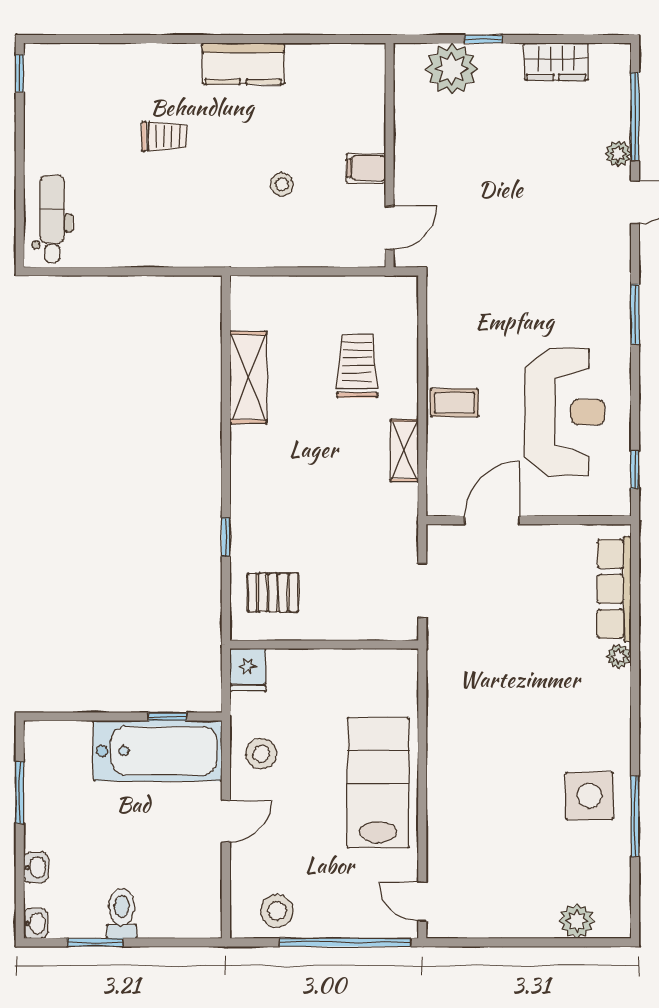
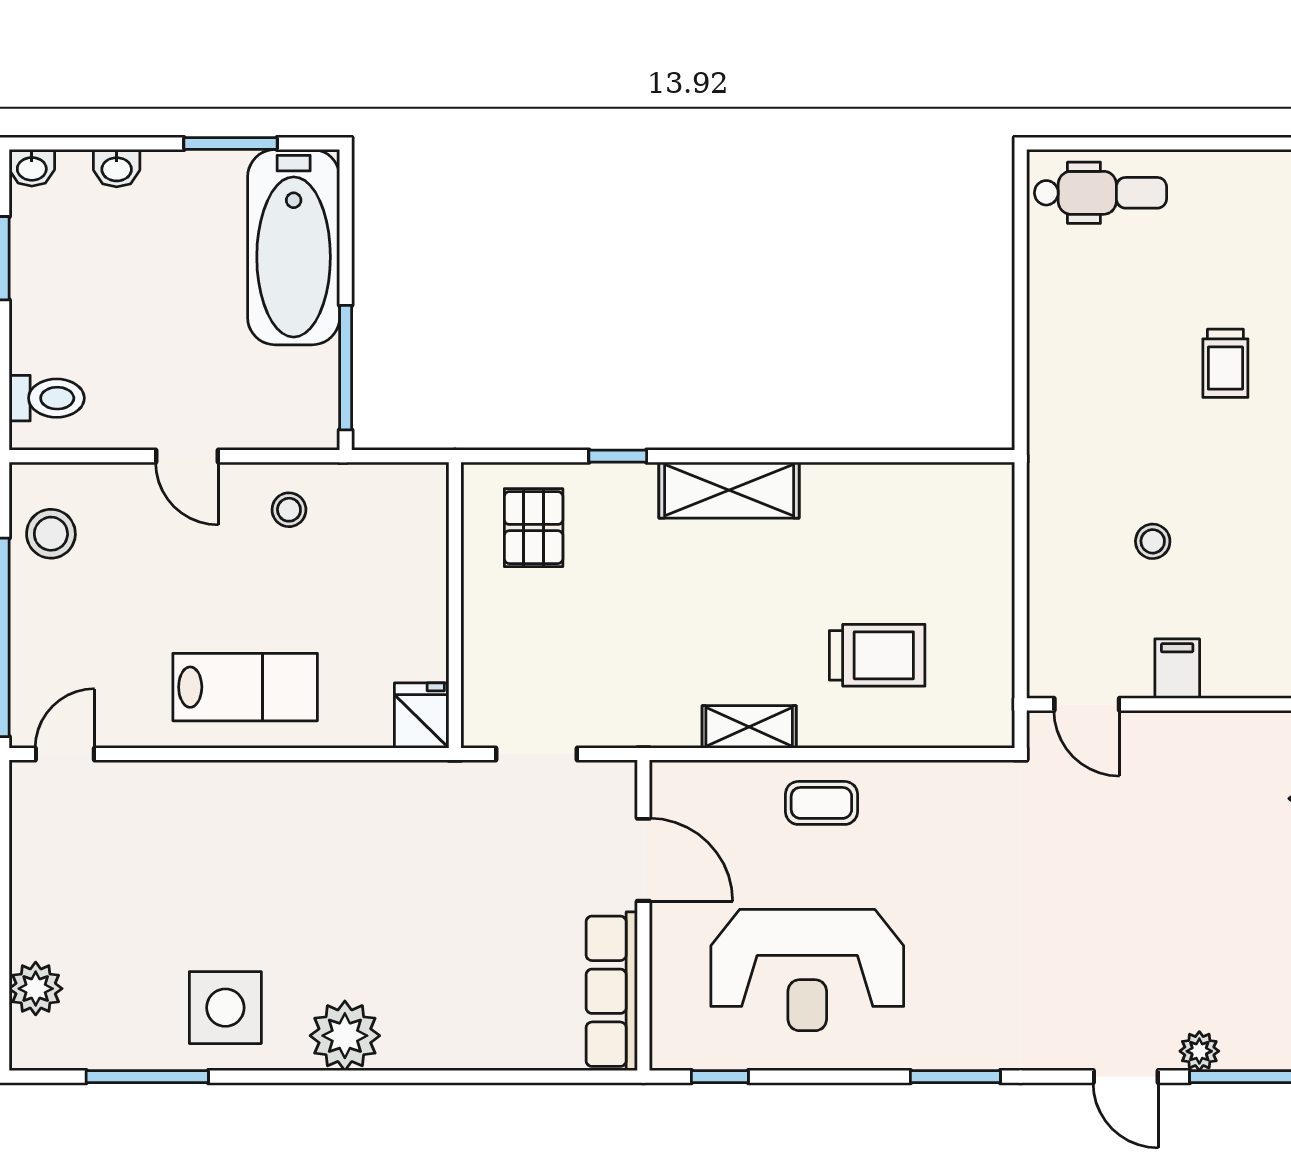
shelving: (248, 377) -> (729, 490), moved
coffee table: (454, 403) -> (821, 803), turned 90
row of seats: (614, 589) -> (612, 991), moved, turned -90
plant: (619, 656) -> (345, 1036), moved, width x1.88, depth x1.88
fridge: (248, 670) -> (422, 716), moved, turned 90
window: (167, 717) -> (346, 368), width x2.17
bathtub: (158, 751) -> (294, 247), moved
stool: (261, 754) -> (289, 510), width x0.73, depth x0.73
lab bench: (378, 783) -> (245, 687), width x0.73, depth x0.72
window: (635, 816) -> (147, 1077), moved
toilet: (122, 914) -> (47, 398), moved

